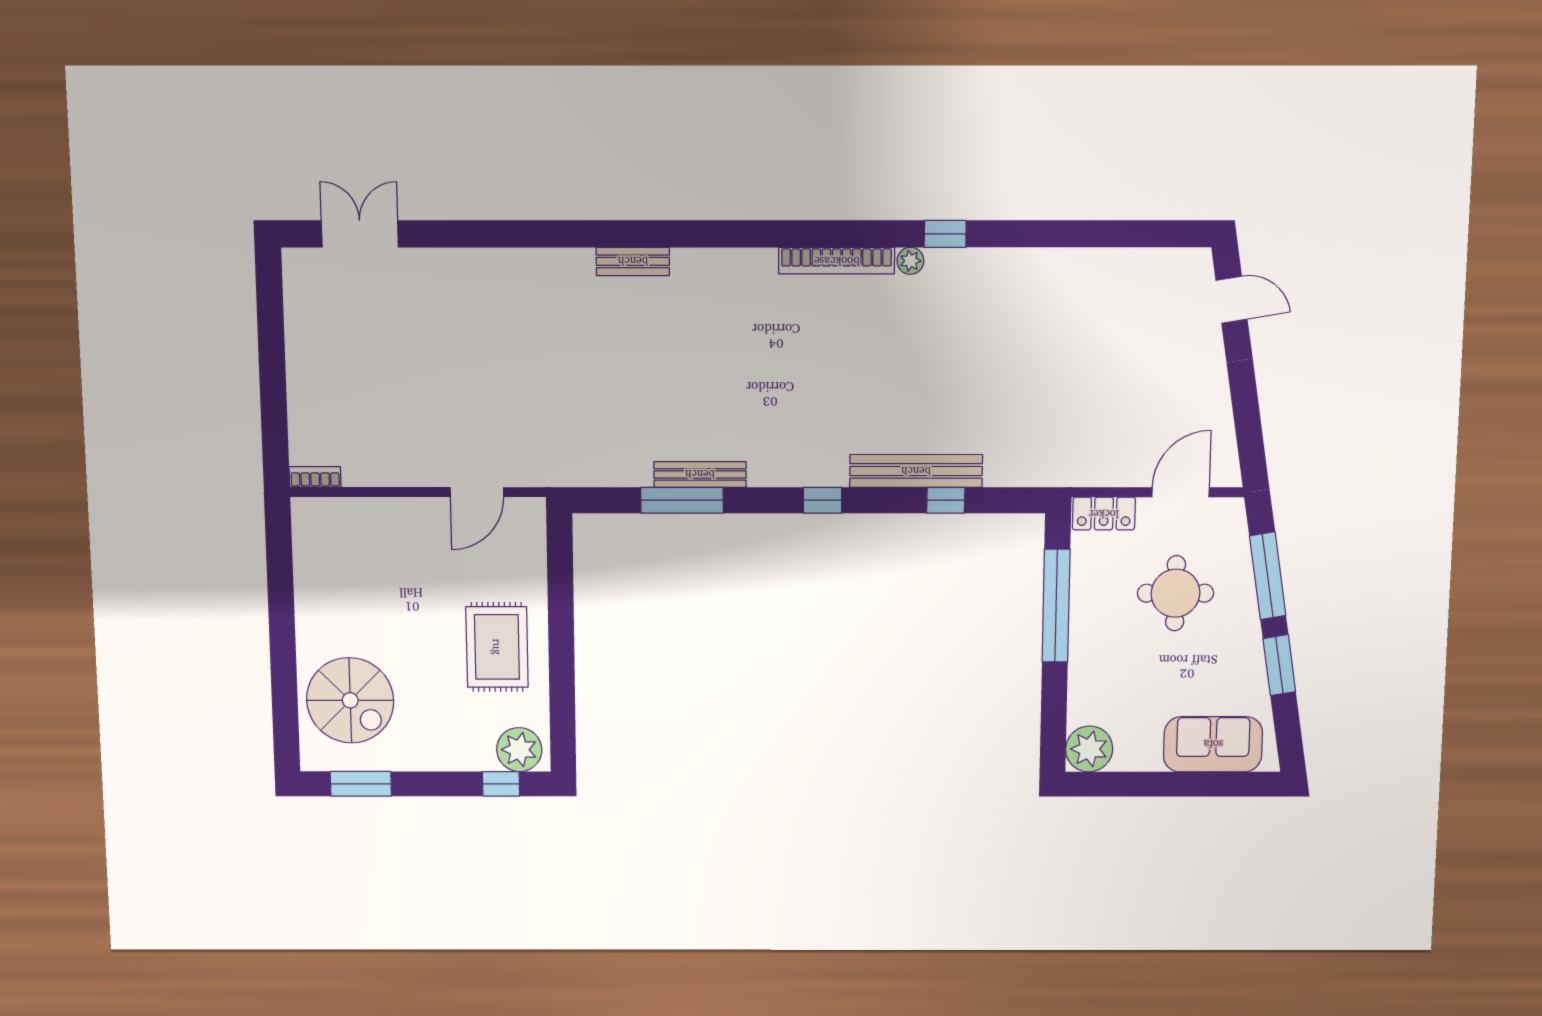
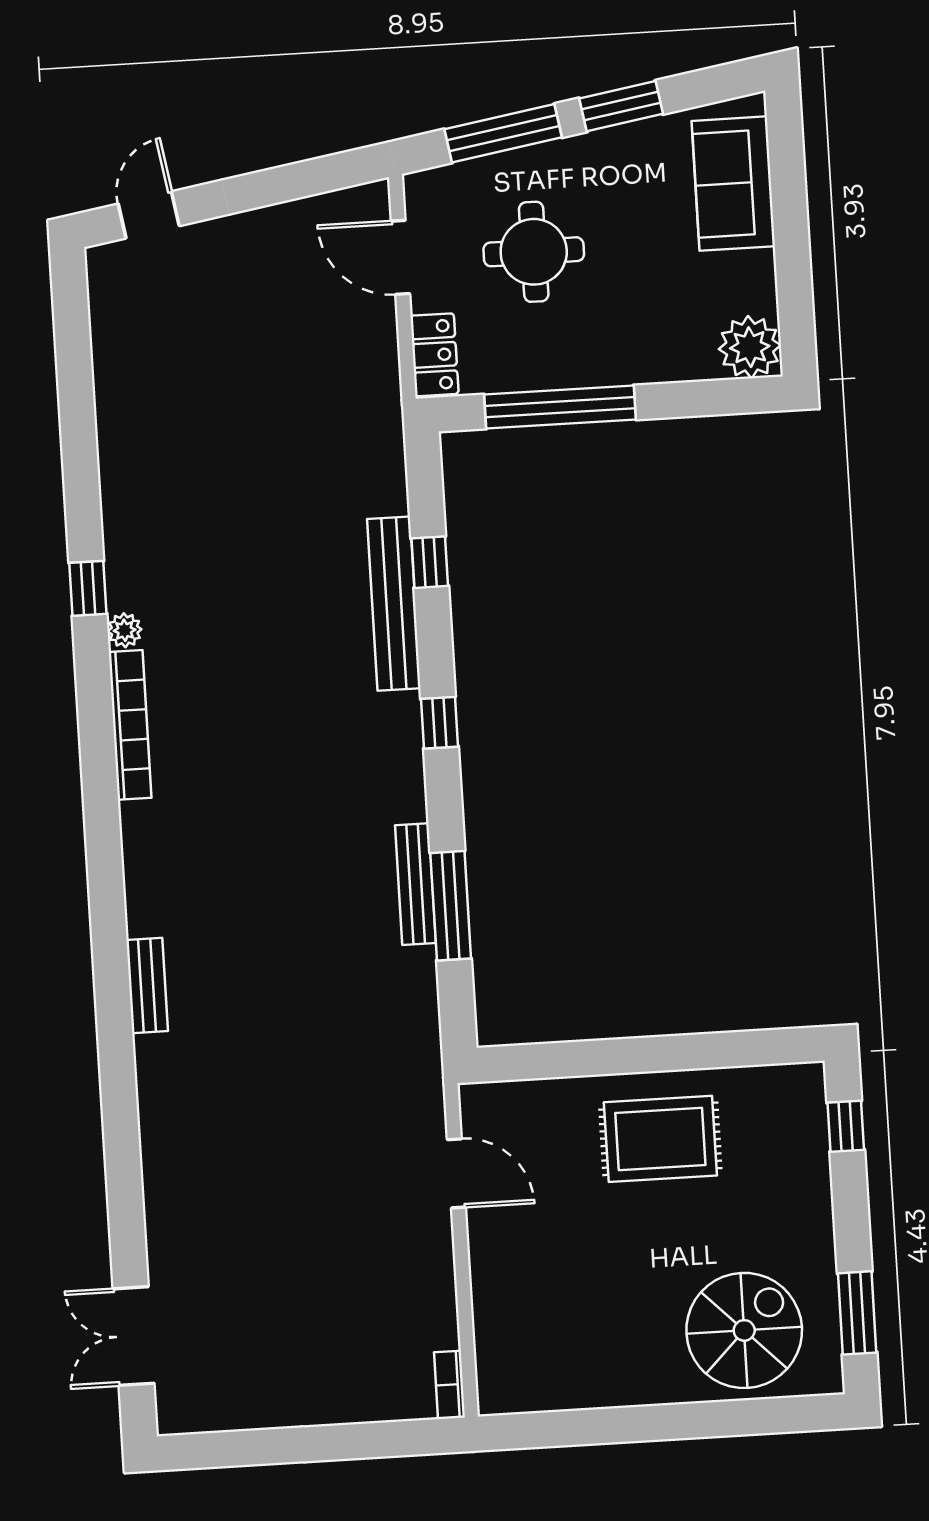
plant: (519, 750) -> (797, 1104), removed

